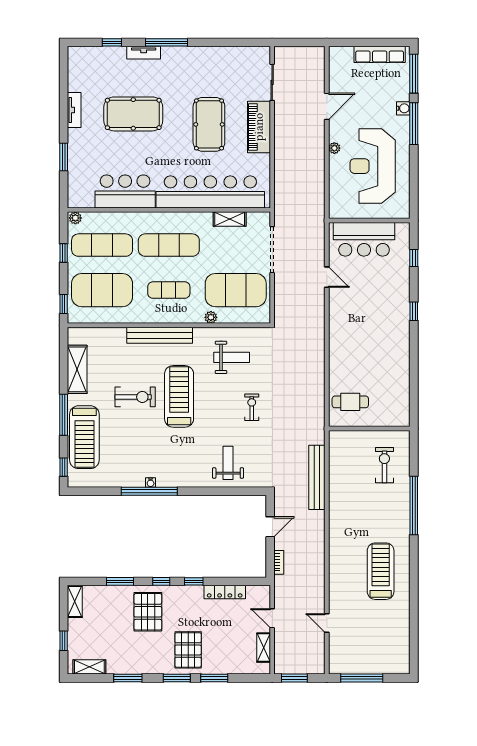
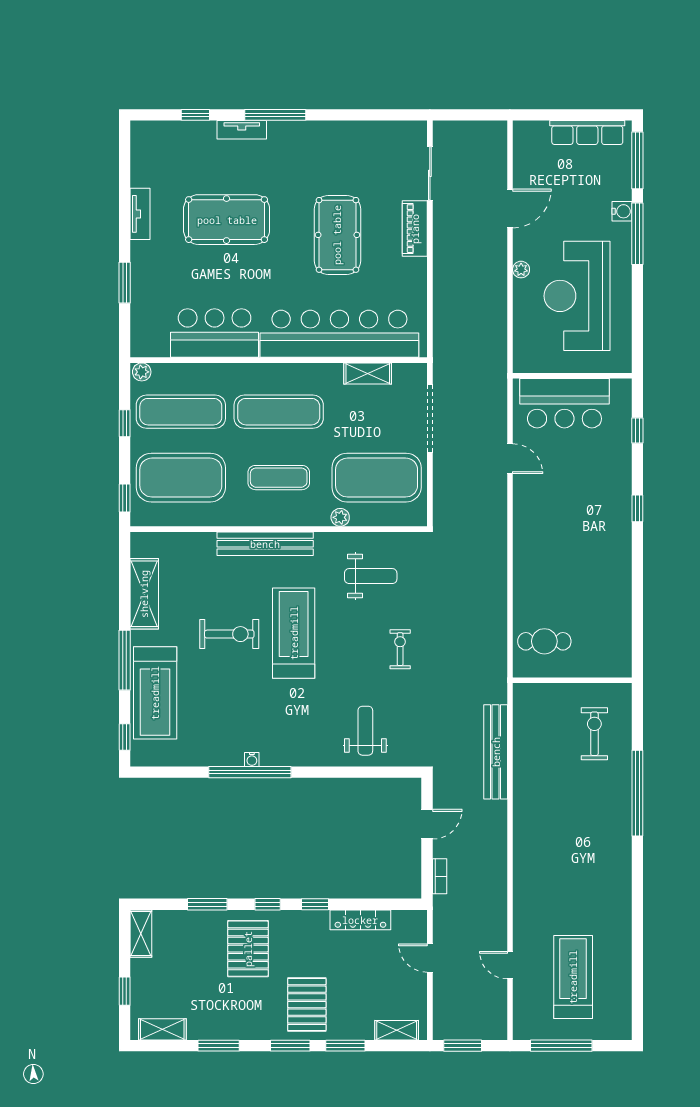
piano: (259, 127) -> (415, 229), width x0.73, depth x0.75
treadmill: (381, 571) -> (573, 977), moved
shelving: (264, 648) -> (397, 1030), moved, turned 90

